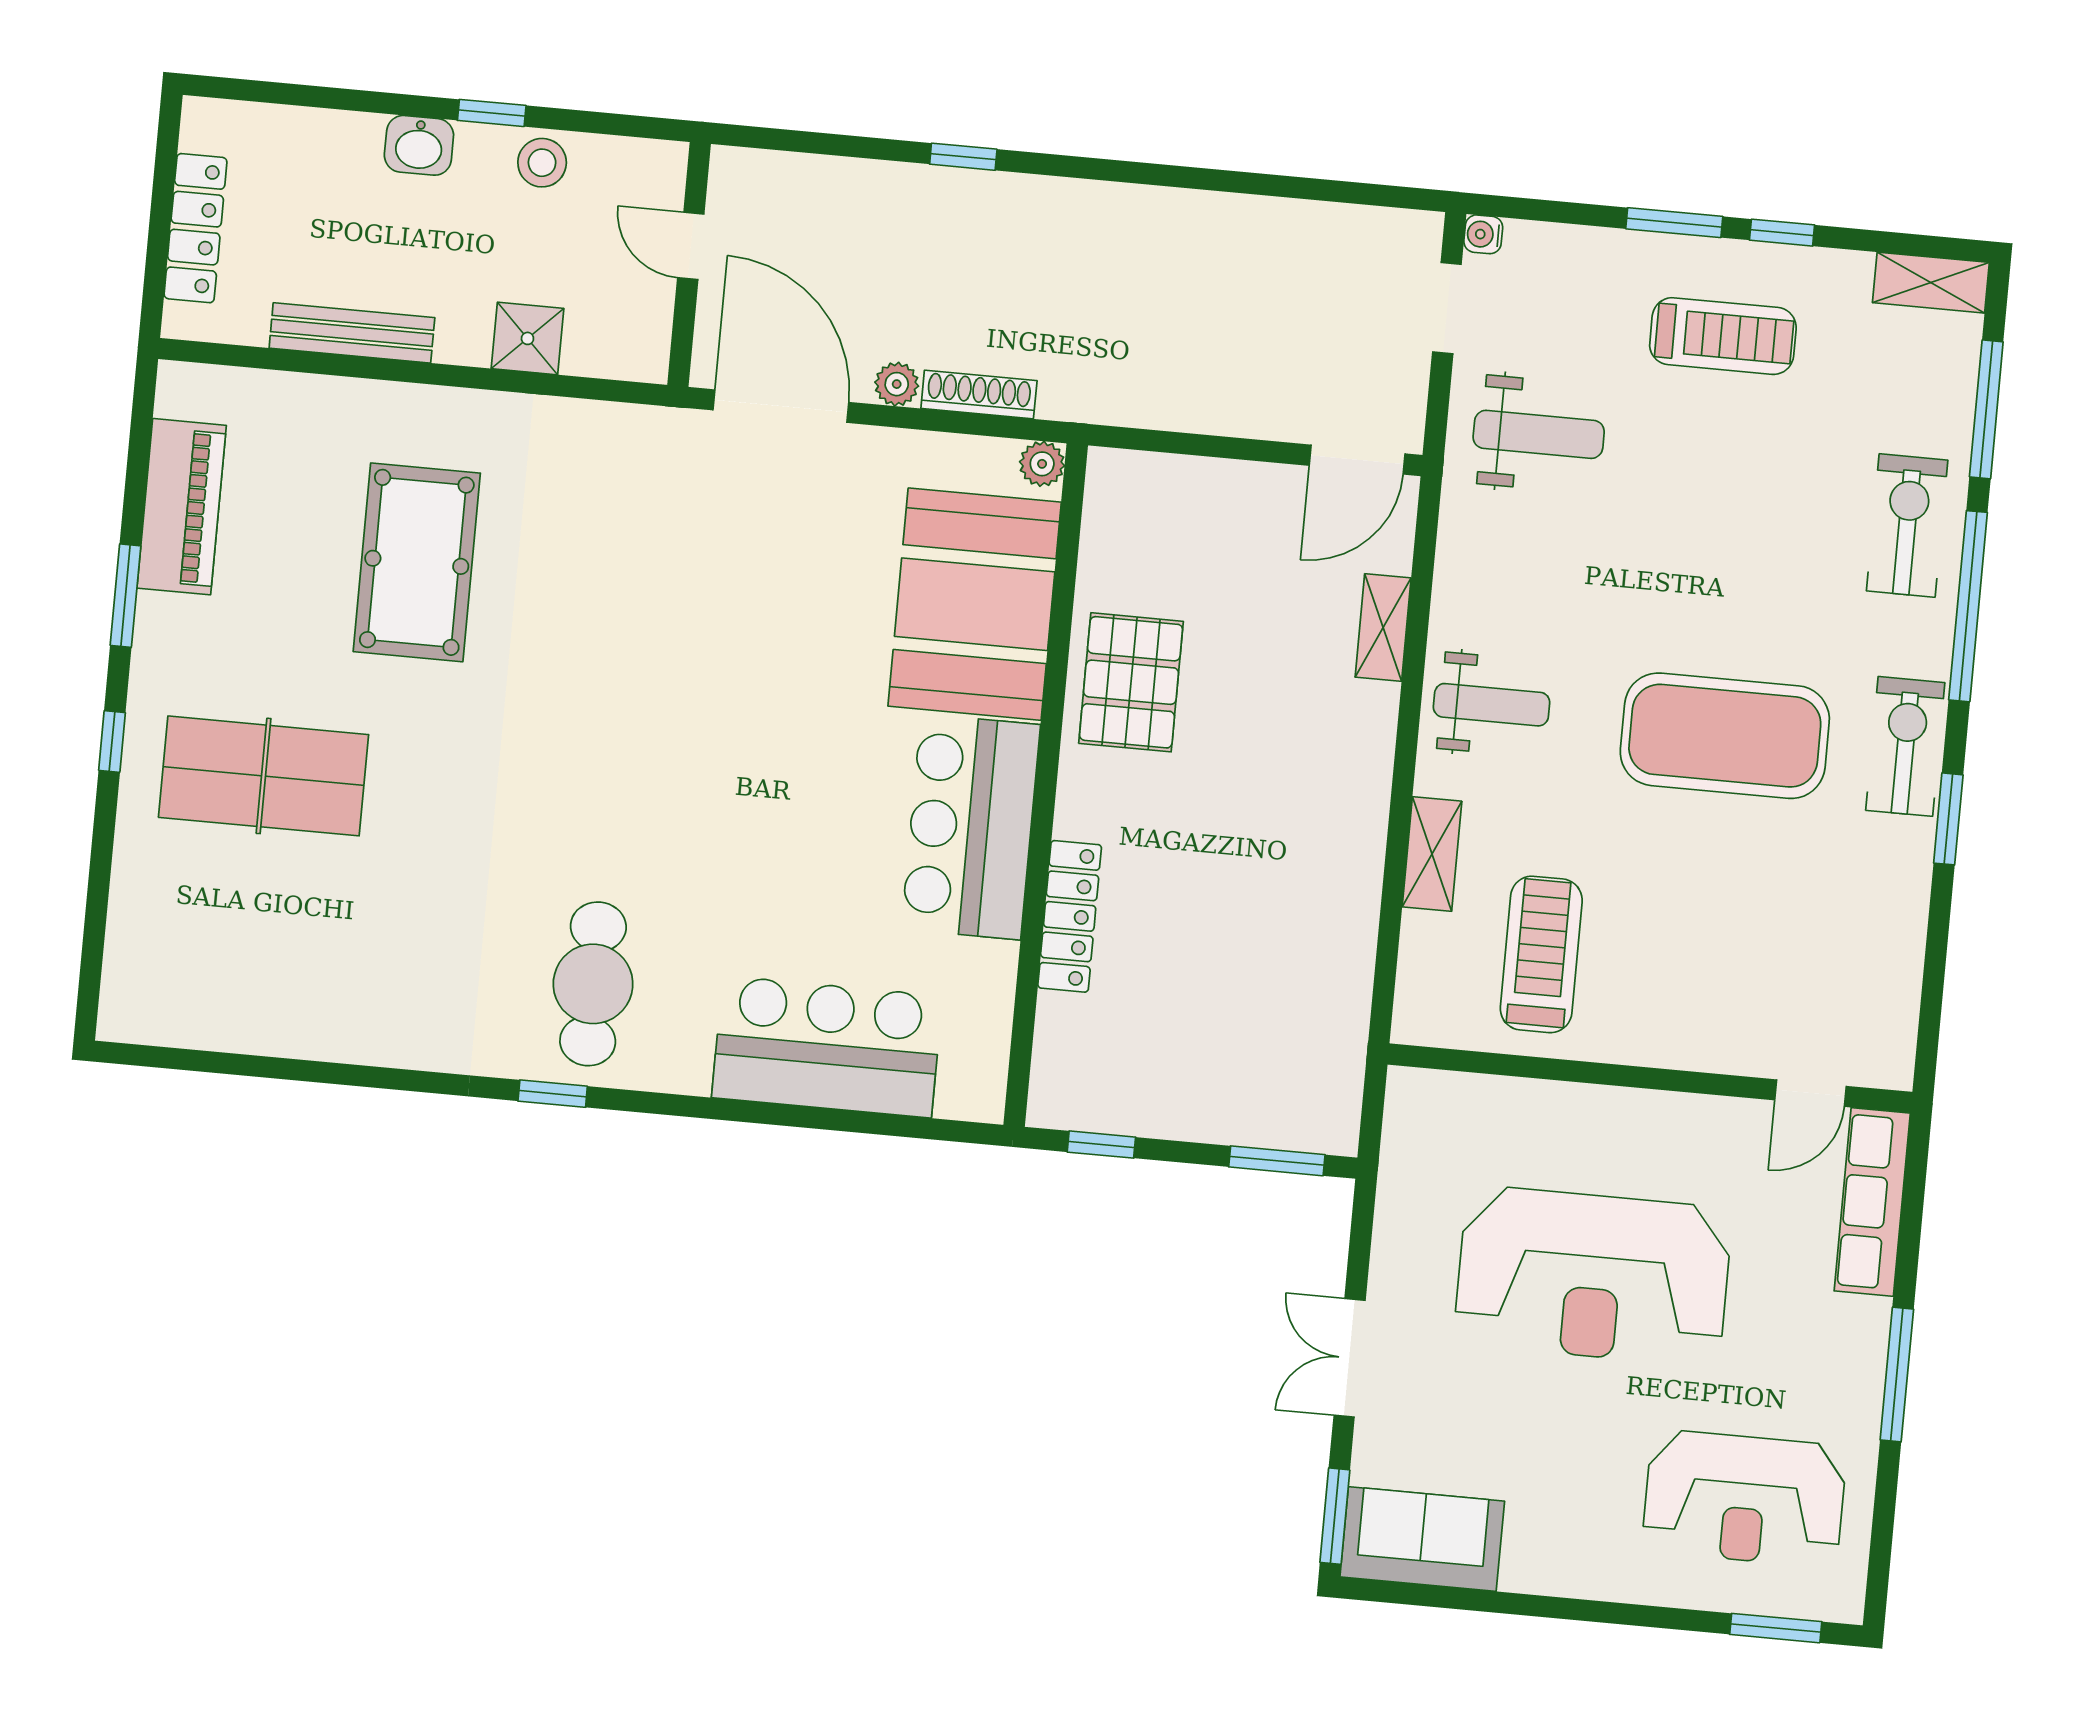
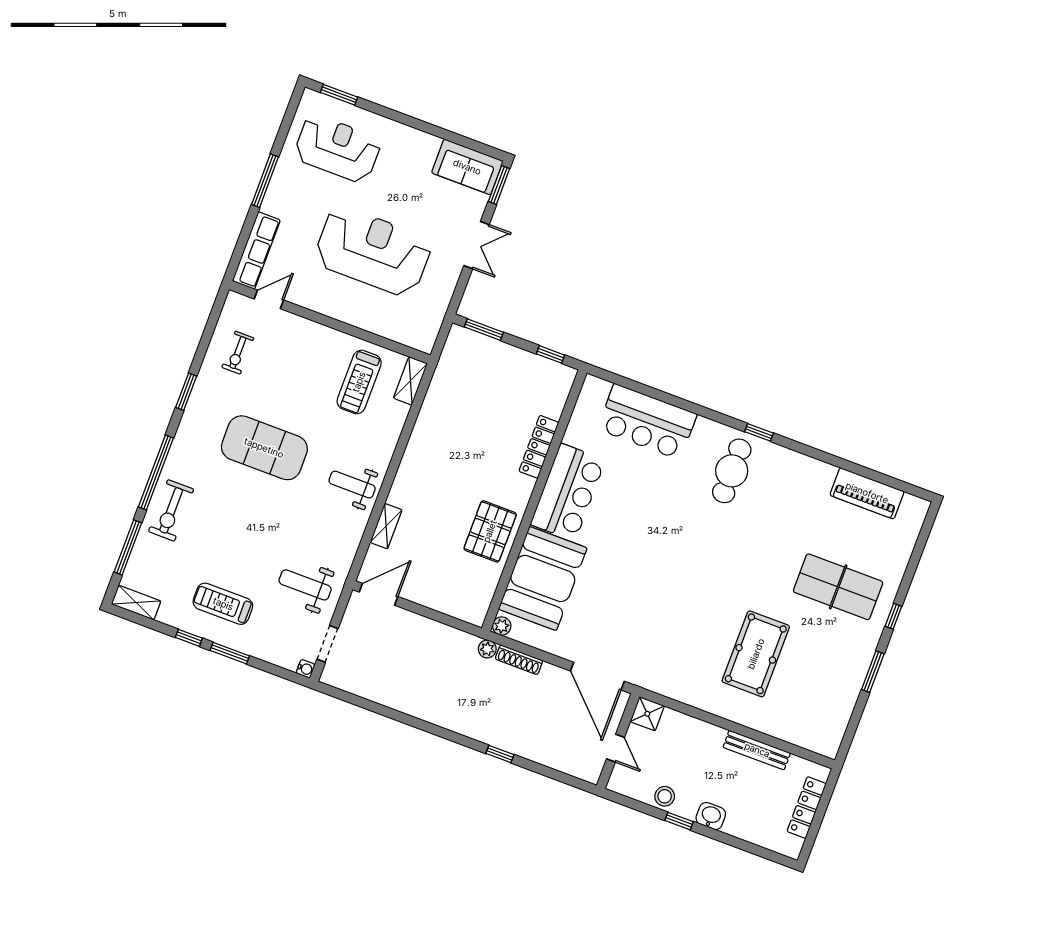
shower: (527, 338) -> (647, 714), moved
plant: (897, 384) -> (487, 649), moved
piano: (182, 507) -> (867, 493), moved, turned -90
exercise bike: (1905, 746) -> (238, 353), moved, width x0.73, depth x0.72
shelving: (1432, 854) -> (410, 381), moved

